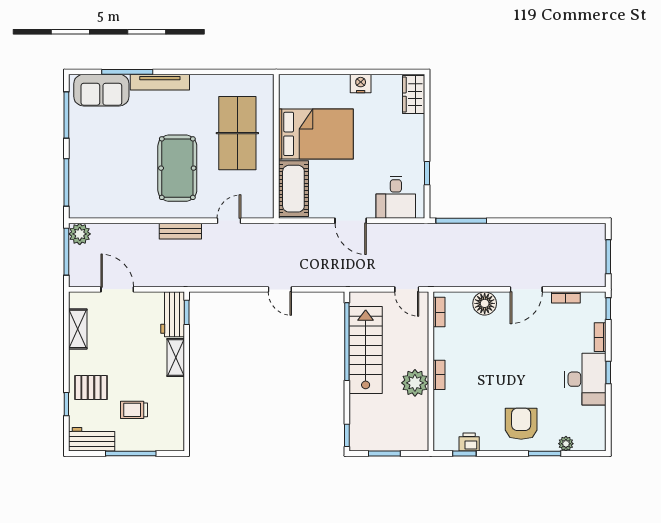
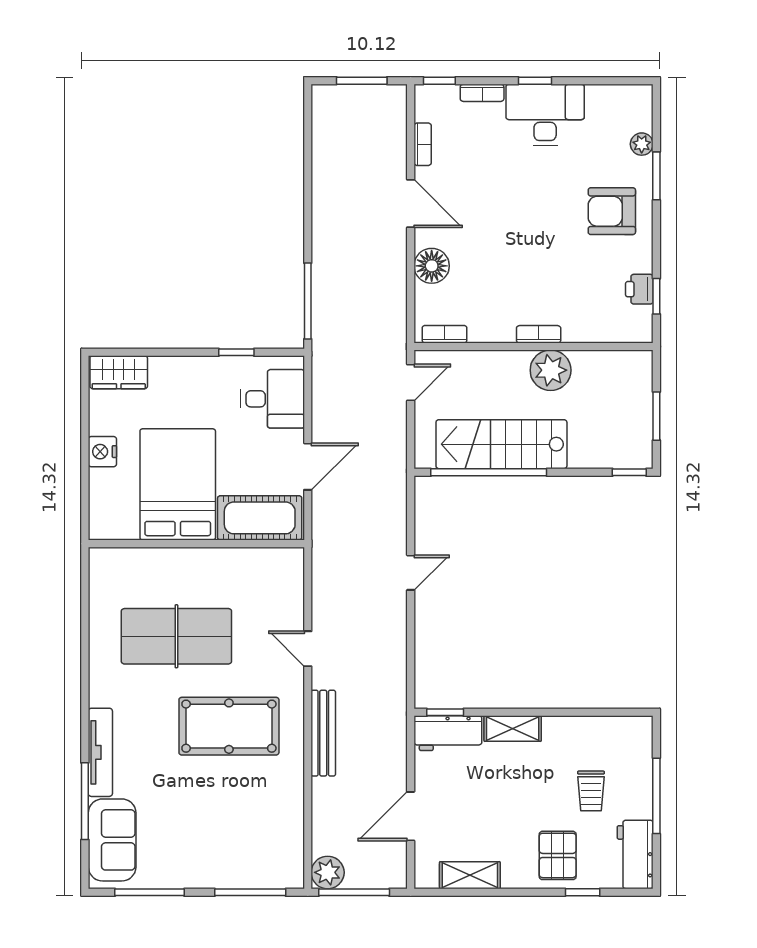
bed: (316, 134) -> (178, 484), moved
wall: (276, 146) -> (196, 544), moved
cot: (293, 189) -> (260, 518), moved
bench: (180, 231) -> (323, 733), width x1.36

